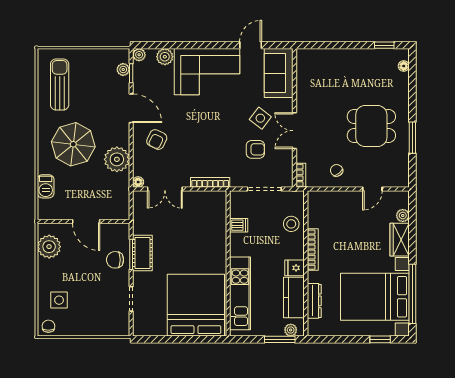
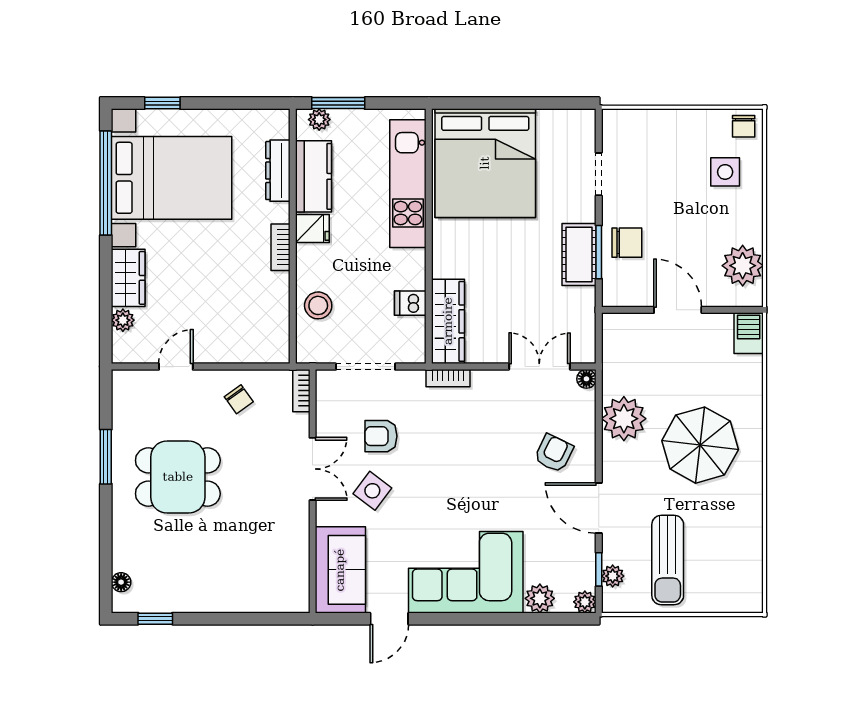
sun lounger: (60, 85) -> (668, 560), moved
bookcase: (210, 182) -> (448, 378), width x0.64
barbecue: (46, 186) -> (749, 333), moved
wardrobe: (217, 215) -> (448, 321), added
bookcase: (313, 250) -> (281, 247), width x0.64

